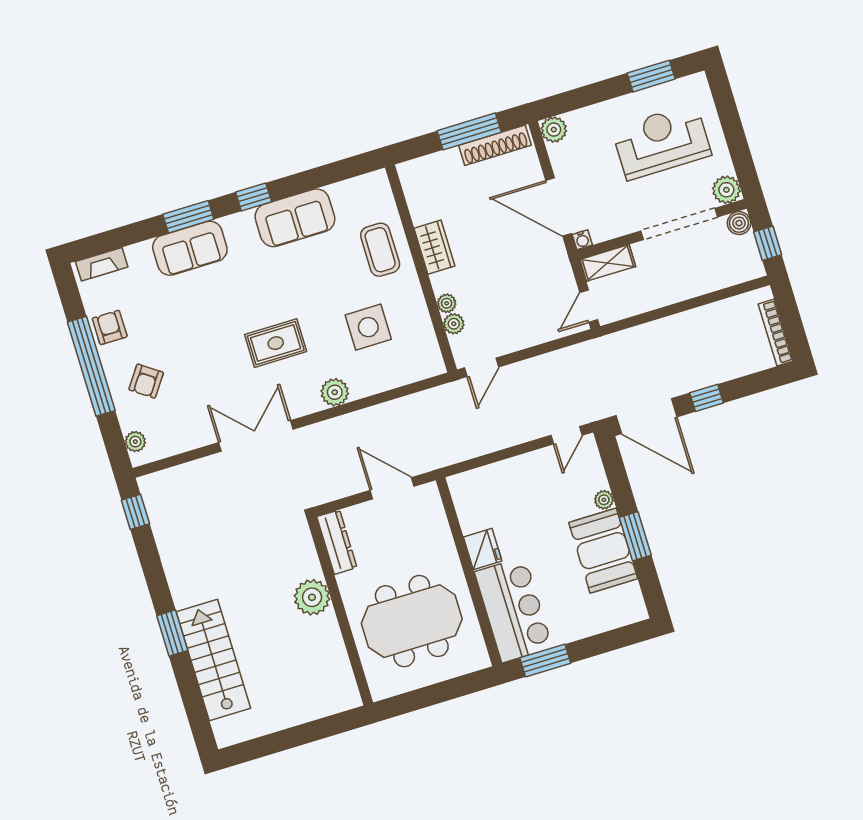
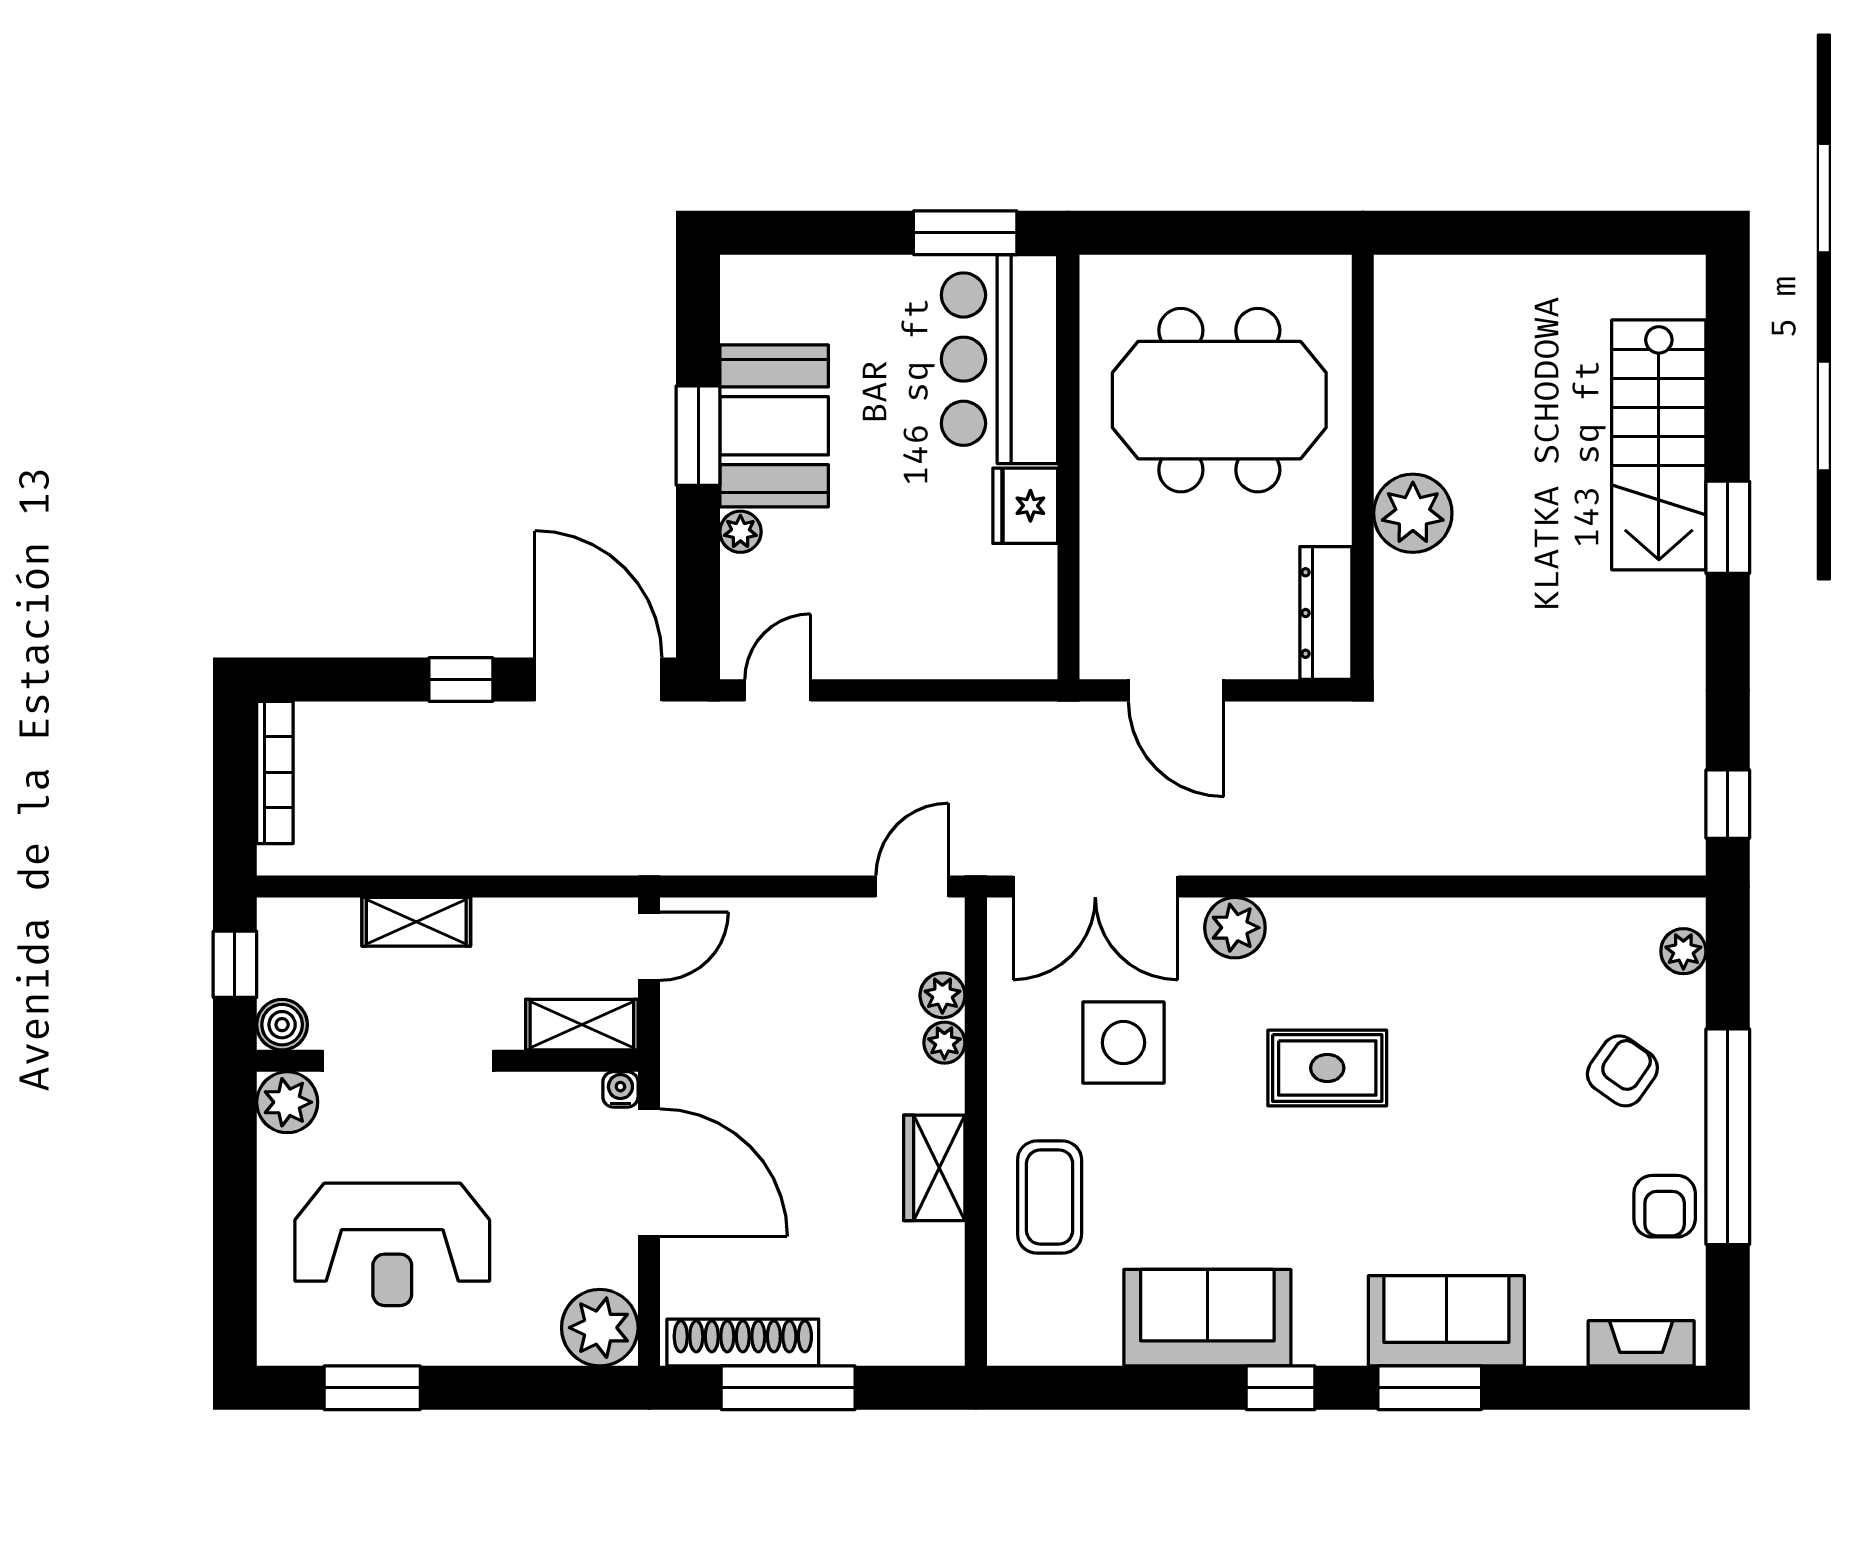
plant: (554, 130) -> (600, 1328), width x1.36, depth x1.36
shelving: (694, 286) -> (416, 922), added
double door: (256, 436) -> (1095, 887), moved

